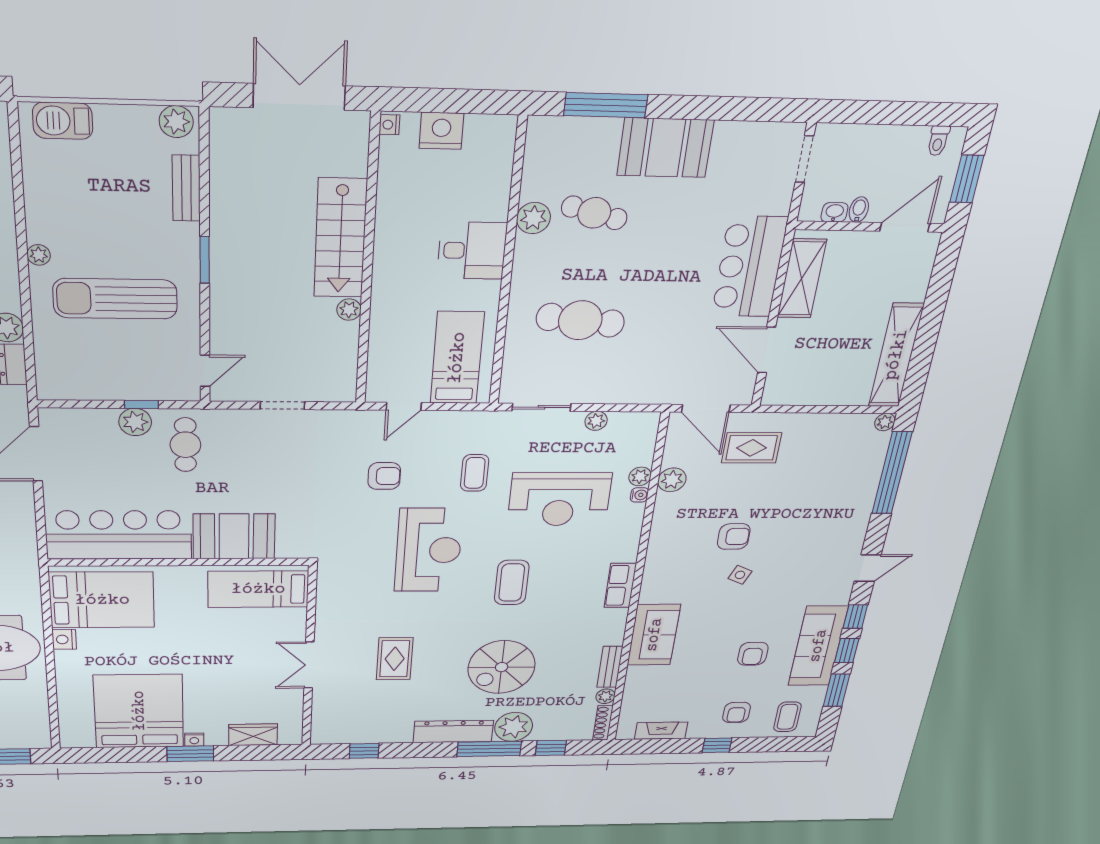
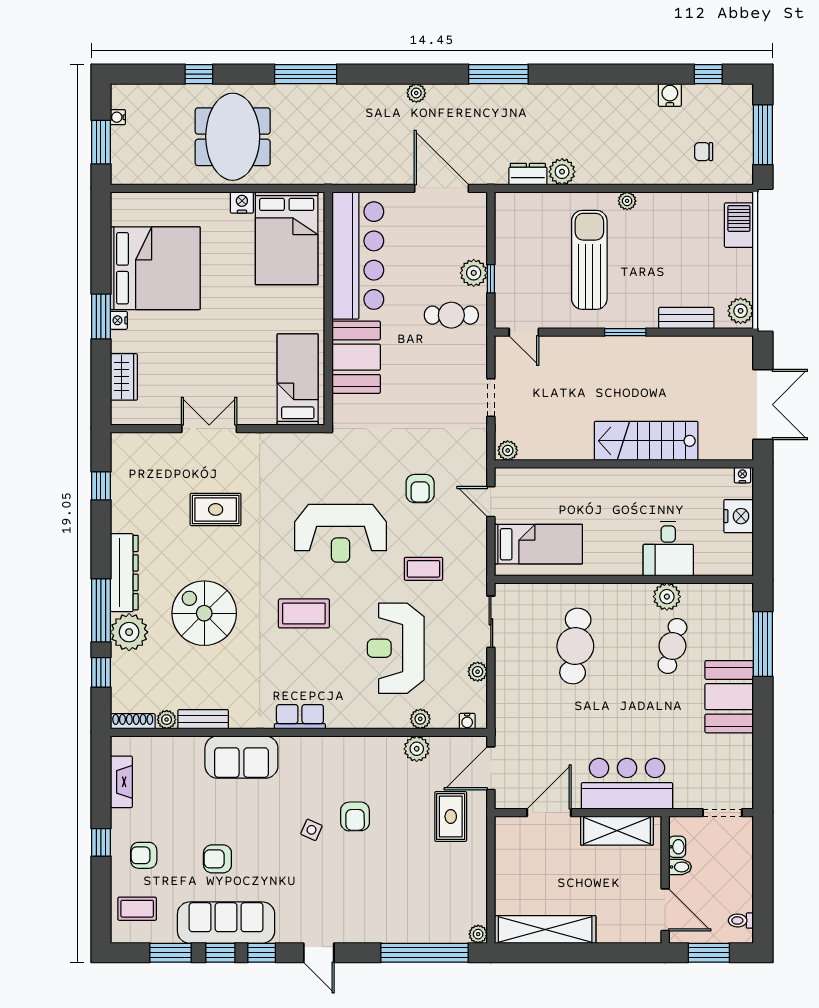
desk: (472, 251) -> (668, 549), moved
plant: (349, 310) -> (508, 450), moved
water cooler: (639, 495) -> (467, 721), moved

